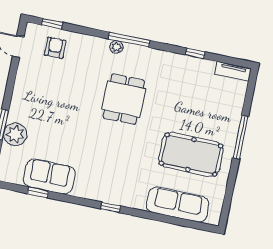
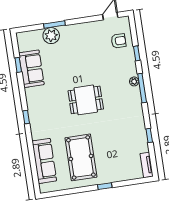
window: (52, 24) -> (137, 53), moved
dining table: (124, 99) -> (86, 100), moved
window: (241, 137) -> (105, 186), width x0.46

